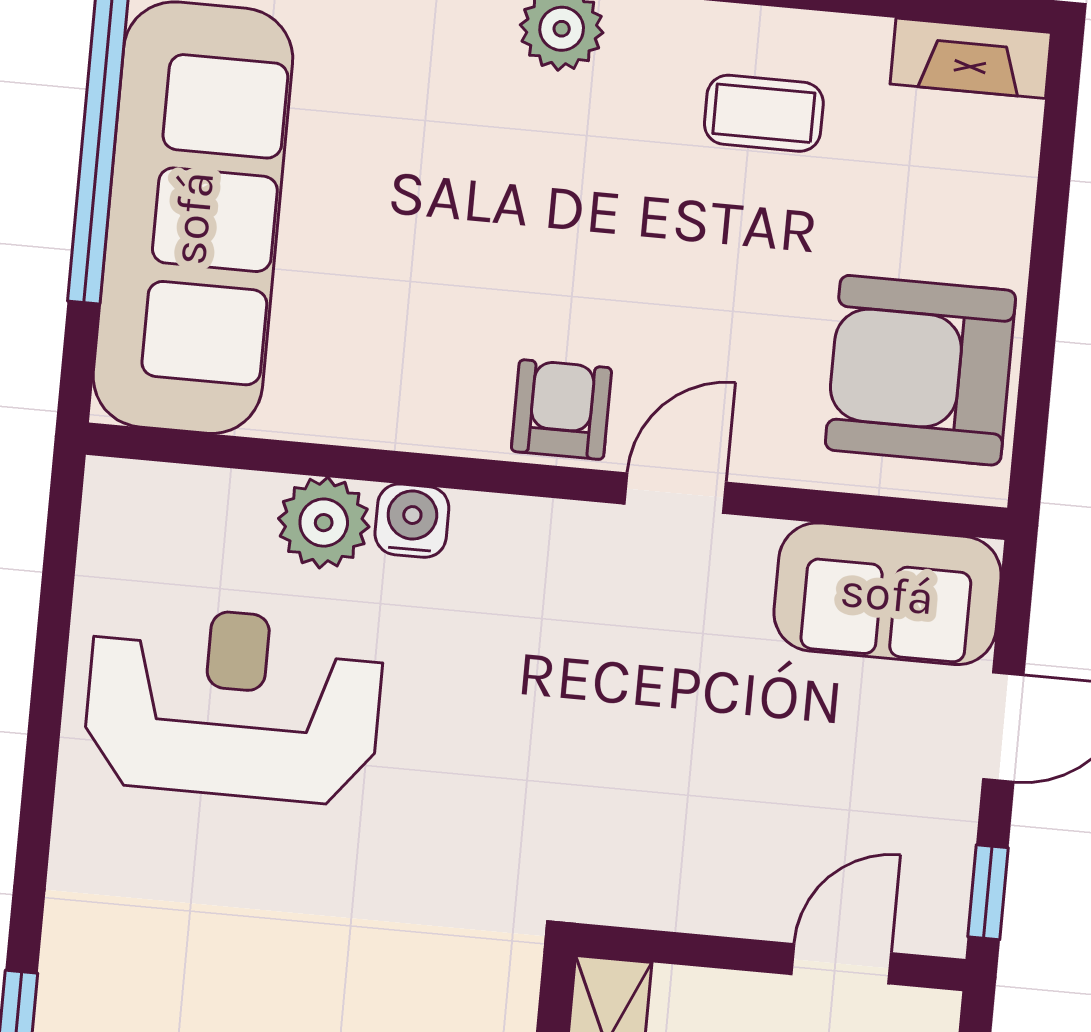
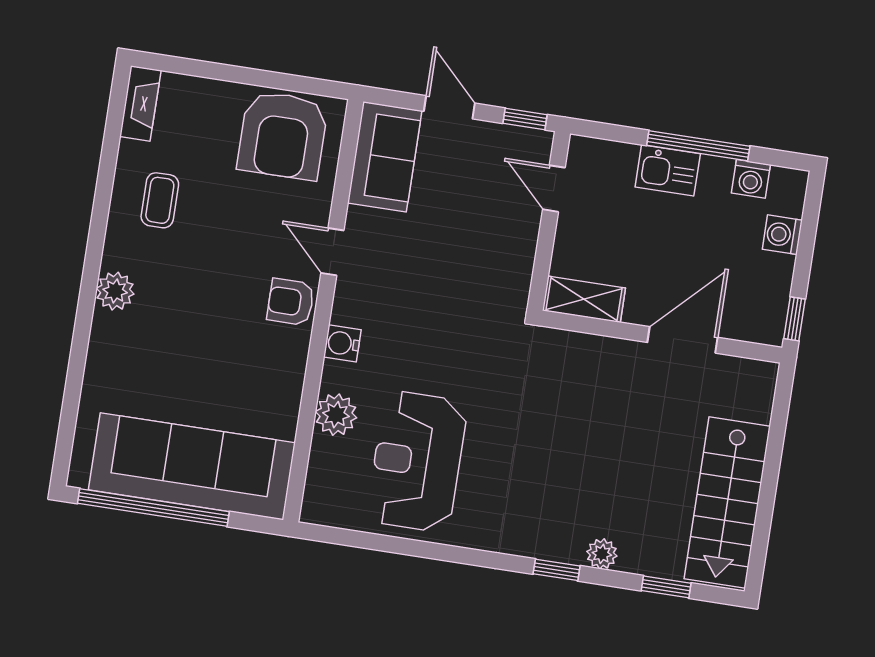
water cooler: (412, 521) -> (342, 343), moved

